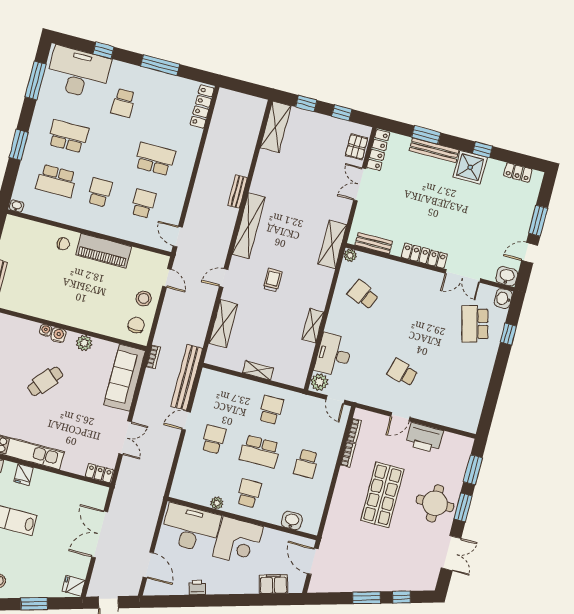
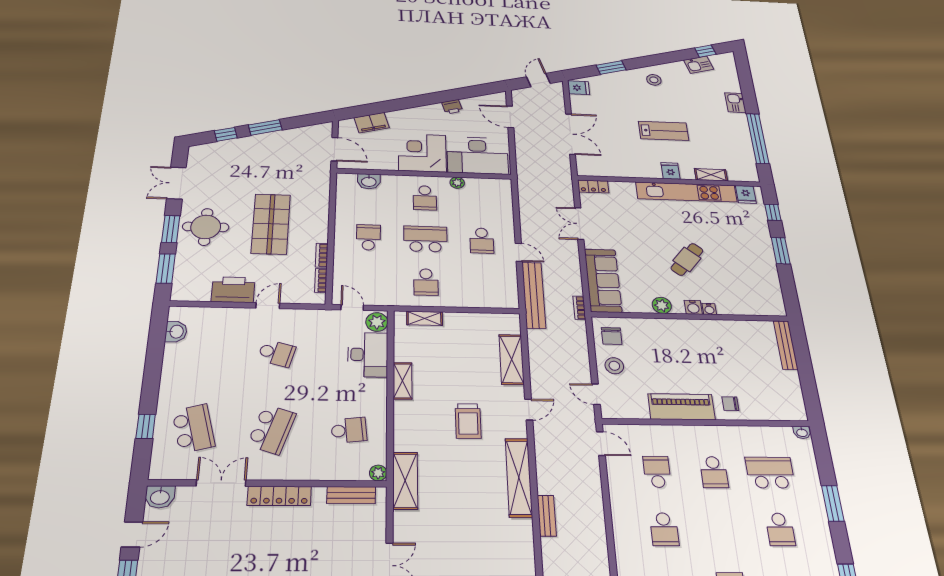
school desk: (68, 136) -> (780, 529), width x0.54
school desk: (155, 159) -> (664, 529), width x0.54
school desk: (143, 204) -> (657, 472), turned 180
trolley: (273, 280) -> (468, 421), width x1.36, depth x1.39
school desk: (363, 295) -> (349, 430), turned -30
washbasin: (503, 299) -> (176, 332), moved
school desk: (419, 309) -> (272, 429), added
shelving: (258, 370) -> (425, 318), moved
door: (186, 421) -> (519, 252), hinge flipped

